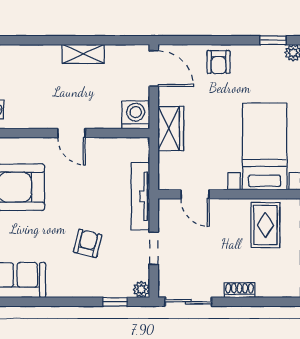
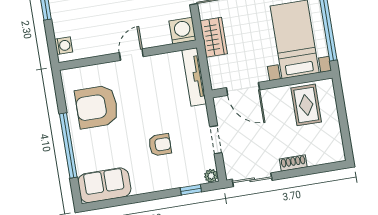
door: (72, 133) -> (131, 55), swing flipped
door: (195, 194) -> (243, 89), width x1.38
tv unit: (140, 196) -> (194, 77), moved
armchair: (88, 243) -> (160, 145), turned 76

